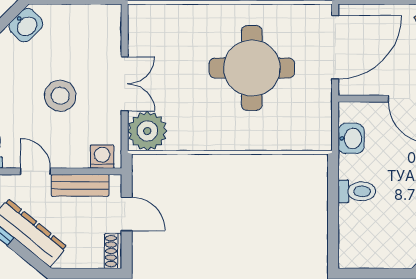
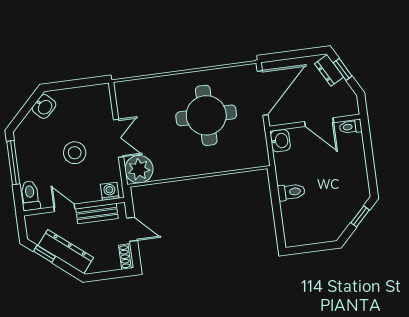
washbasin: (351, 138) -> (280, 141), moved

